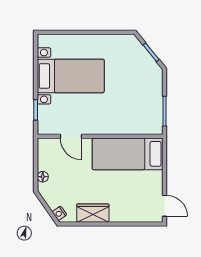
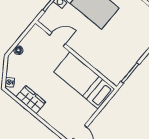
door: (71, 136) -> (58, 40), swing flipped

